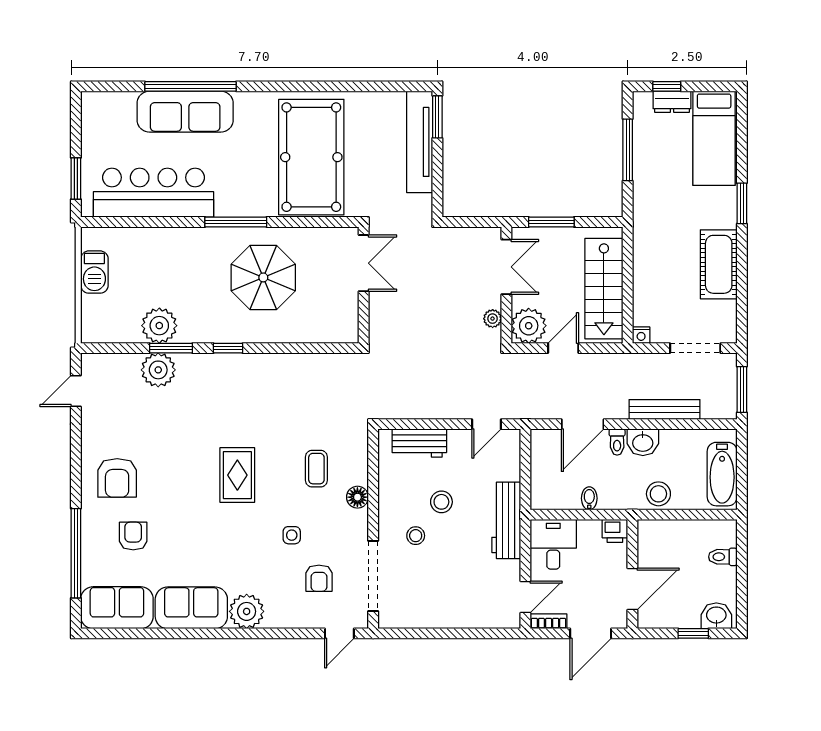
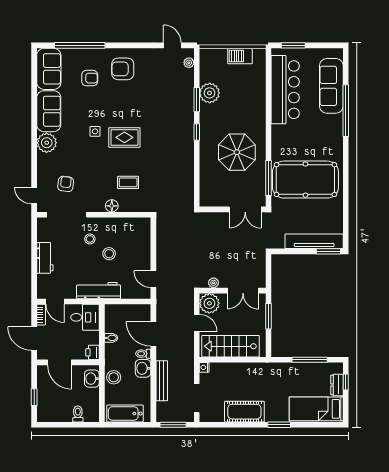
sofa: (185, 112) -> (331, 86), moved
window: (236, 222) -> (269, 178), moved
plant: (158, 370) -> (189, 63), moved, width x0.53, depth x0.53
workbench: (419, 443) -> (45, 258), moved, turned 180
side table: (292, 535) -> (95, 131), moved
armchair: (319, 578) -> (66, 184), turned 97
washbasin: (716, 616) -> (92, 379), moved, turned 180

